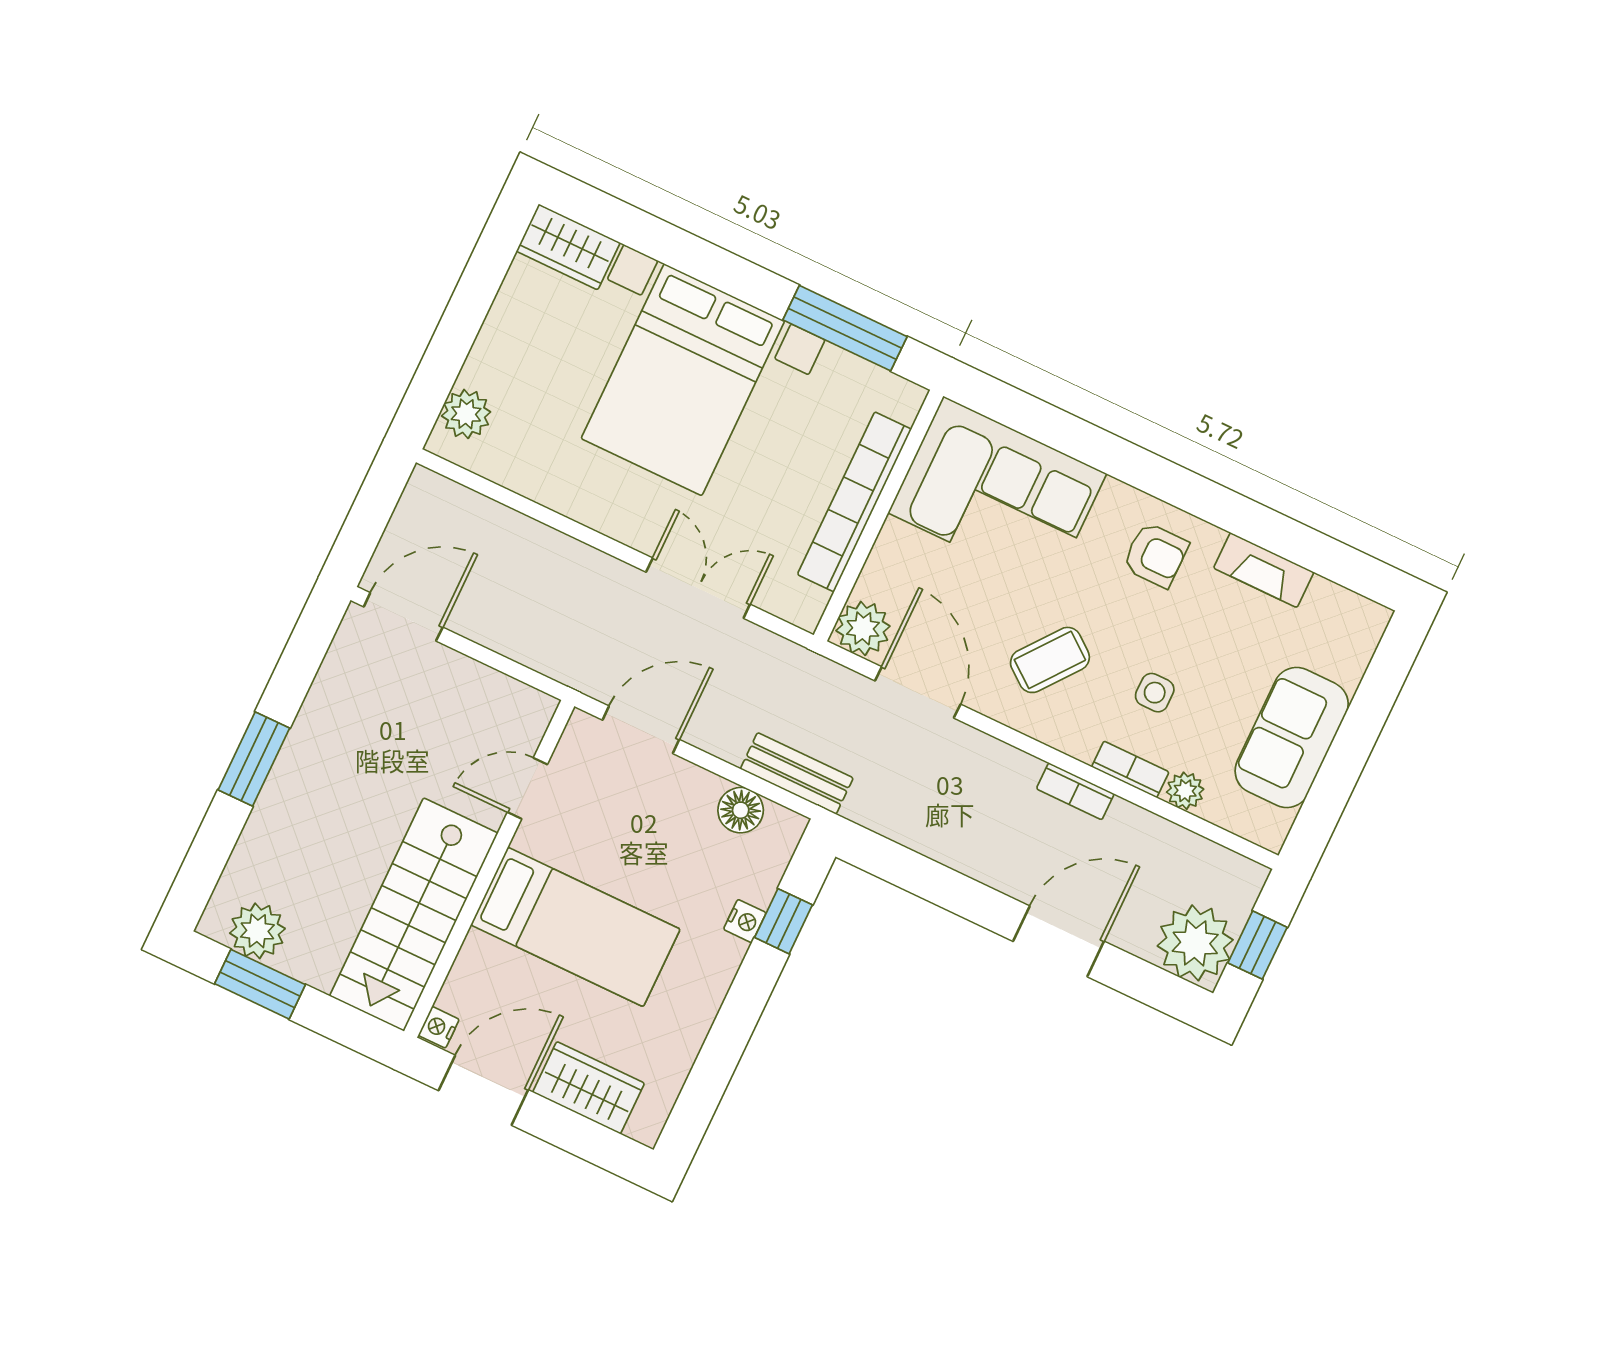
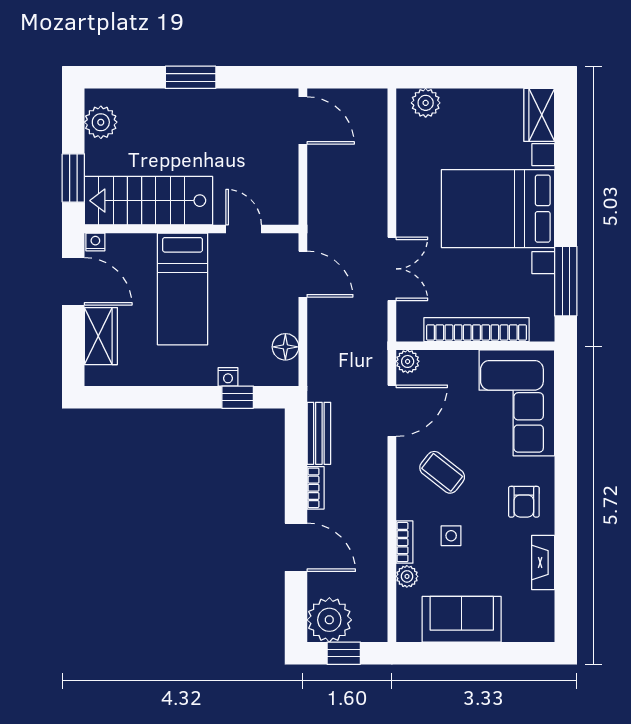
plant: (863, 628) -> (408, 361), width x0.73, depth x0.73
bench: (797, 773) -> (319, 433), moved
bookcase: (1075, 791) -> (316, 488), moved, turned 180
window: (260, 984) -> (73, 178), moved

